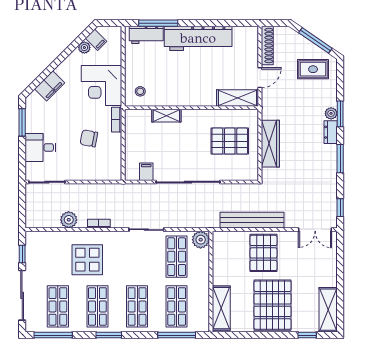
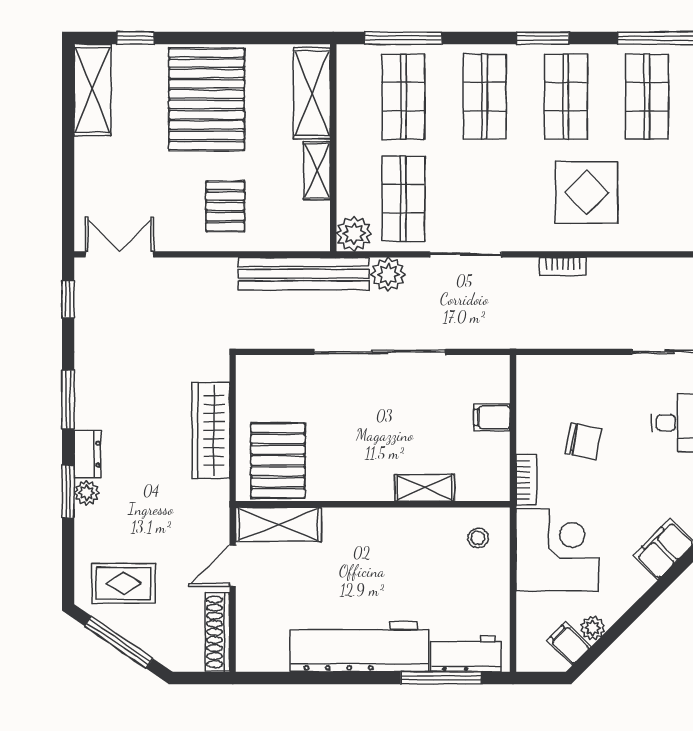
pallet: (230, 141) -> (278, 461), moved, turned 90
filing cabinet: (146, 172) -> (492, 417), moved, turned 90
plant: (69, 220) -> (388, 274), moved
bench: (252, 220) -> (304, 274), moved
pallet: (263, 253) -> (225, 206), width x0.67, depth x0.71
shelving: (219, 270) -> (317, 171), added

